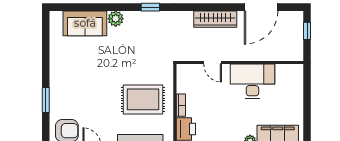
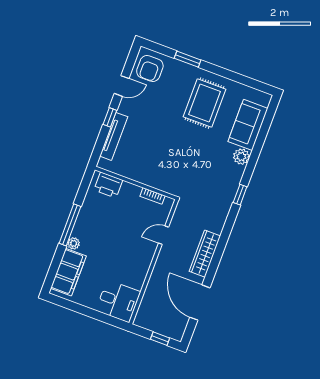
desk: (252, 81) -> (118, 301), moved, width x0.73
rug: (143, 99) -> (205, 103), moved
bookcase: (181, 105) -> (152, 196), moved

